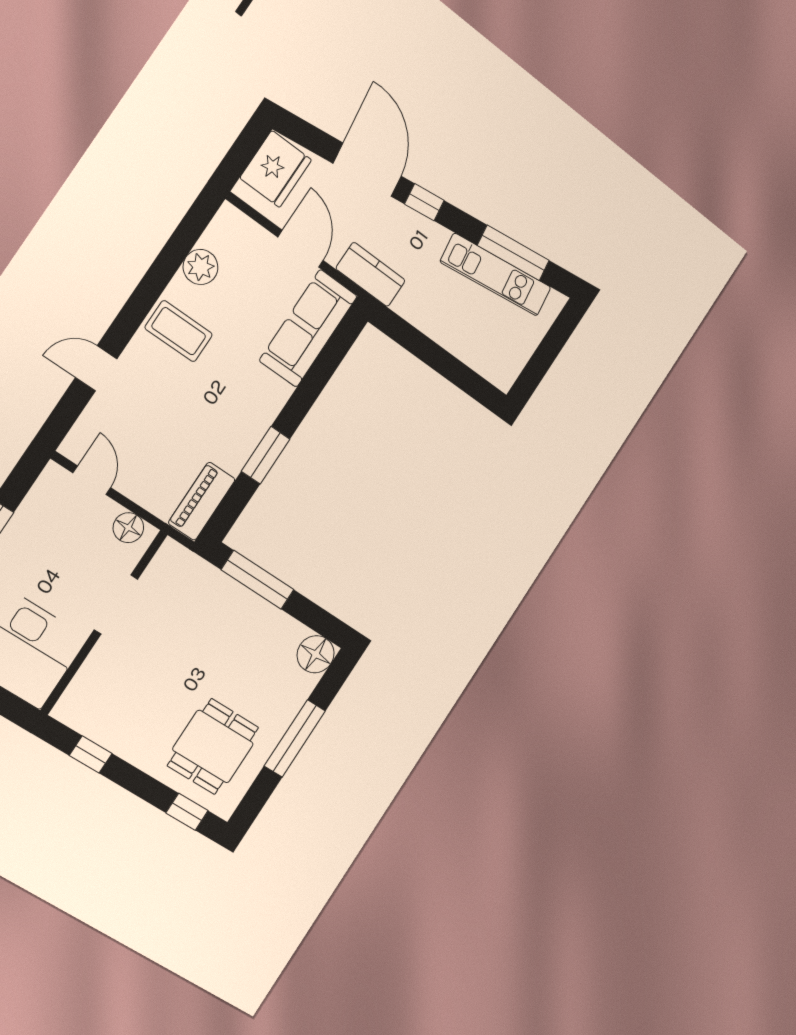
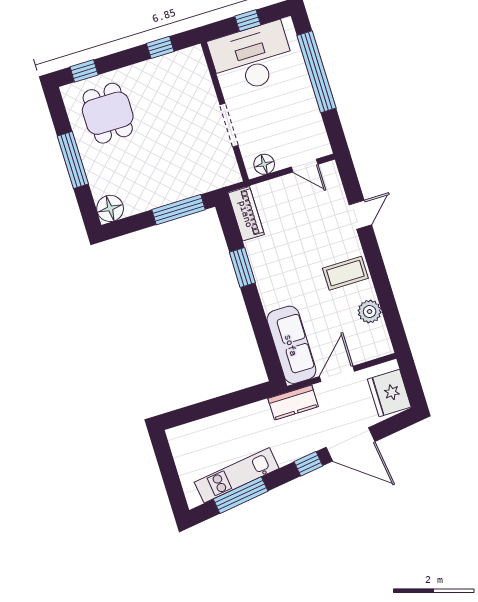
door: (301, 249) -> (337, 374), swing flipped

